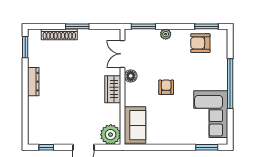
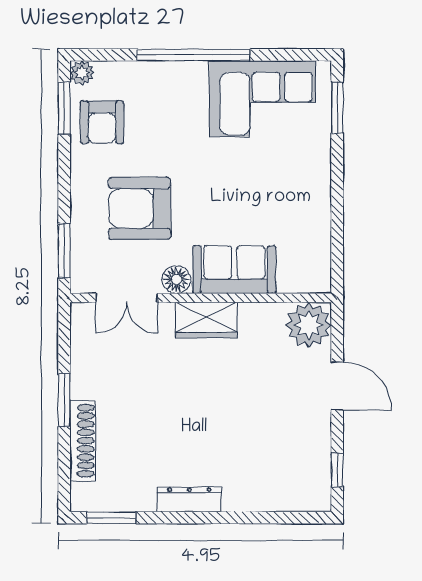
plant: (166, 34) -> (82, 73), moved
armchair: (166, 87) -> (140, 208), moved, width x1.88, depth x1.88
sofa: (135, 125) -> (234, 270), moved

